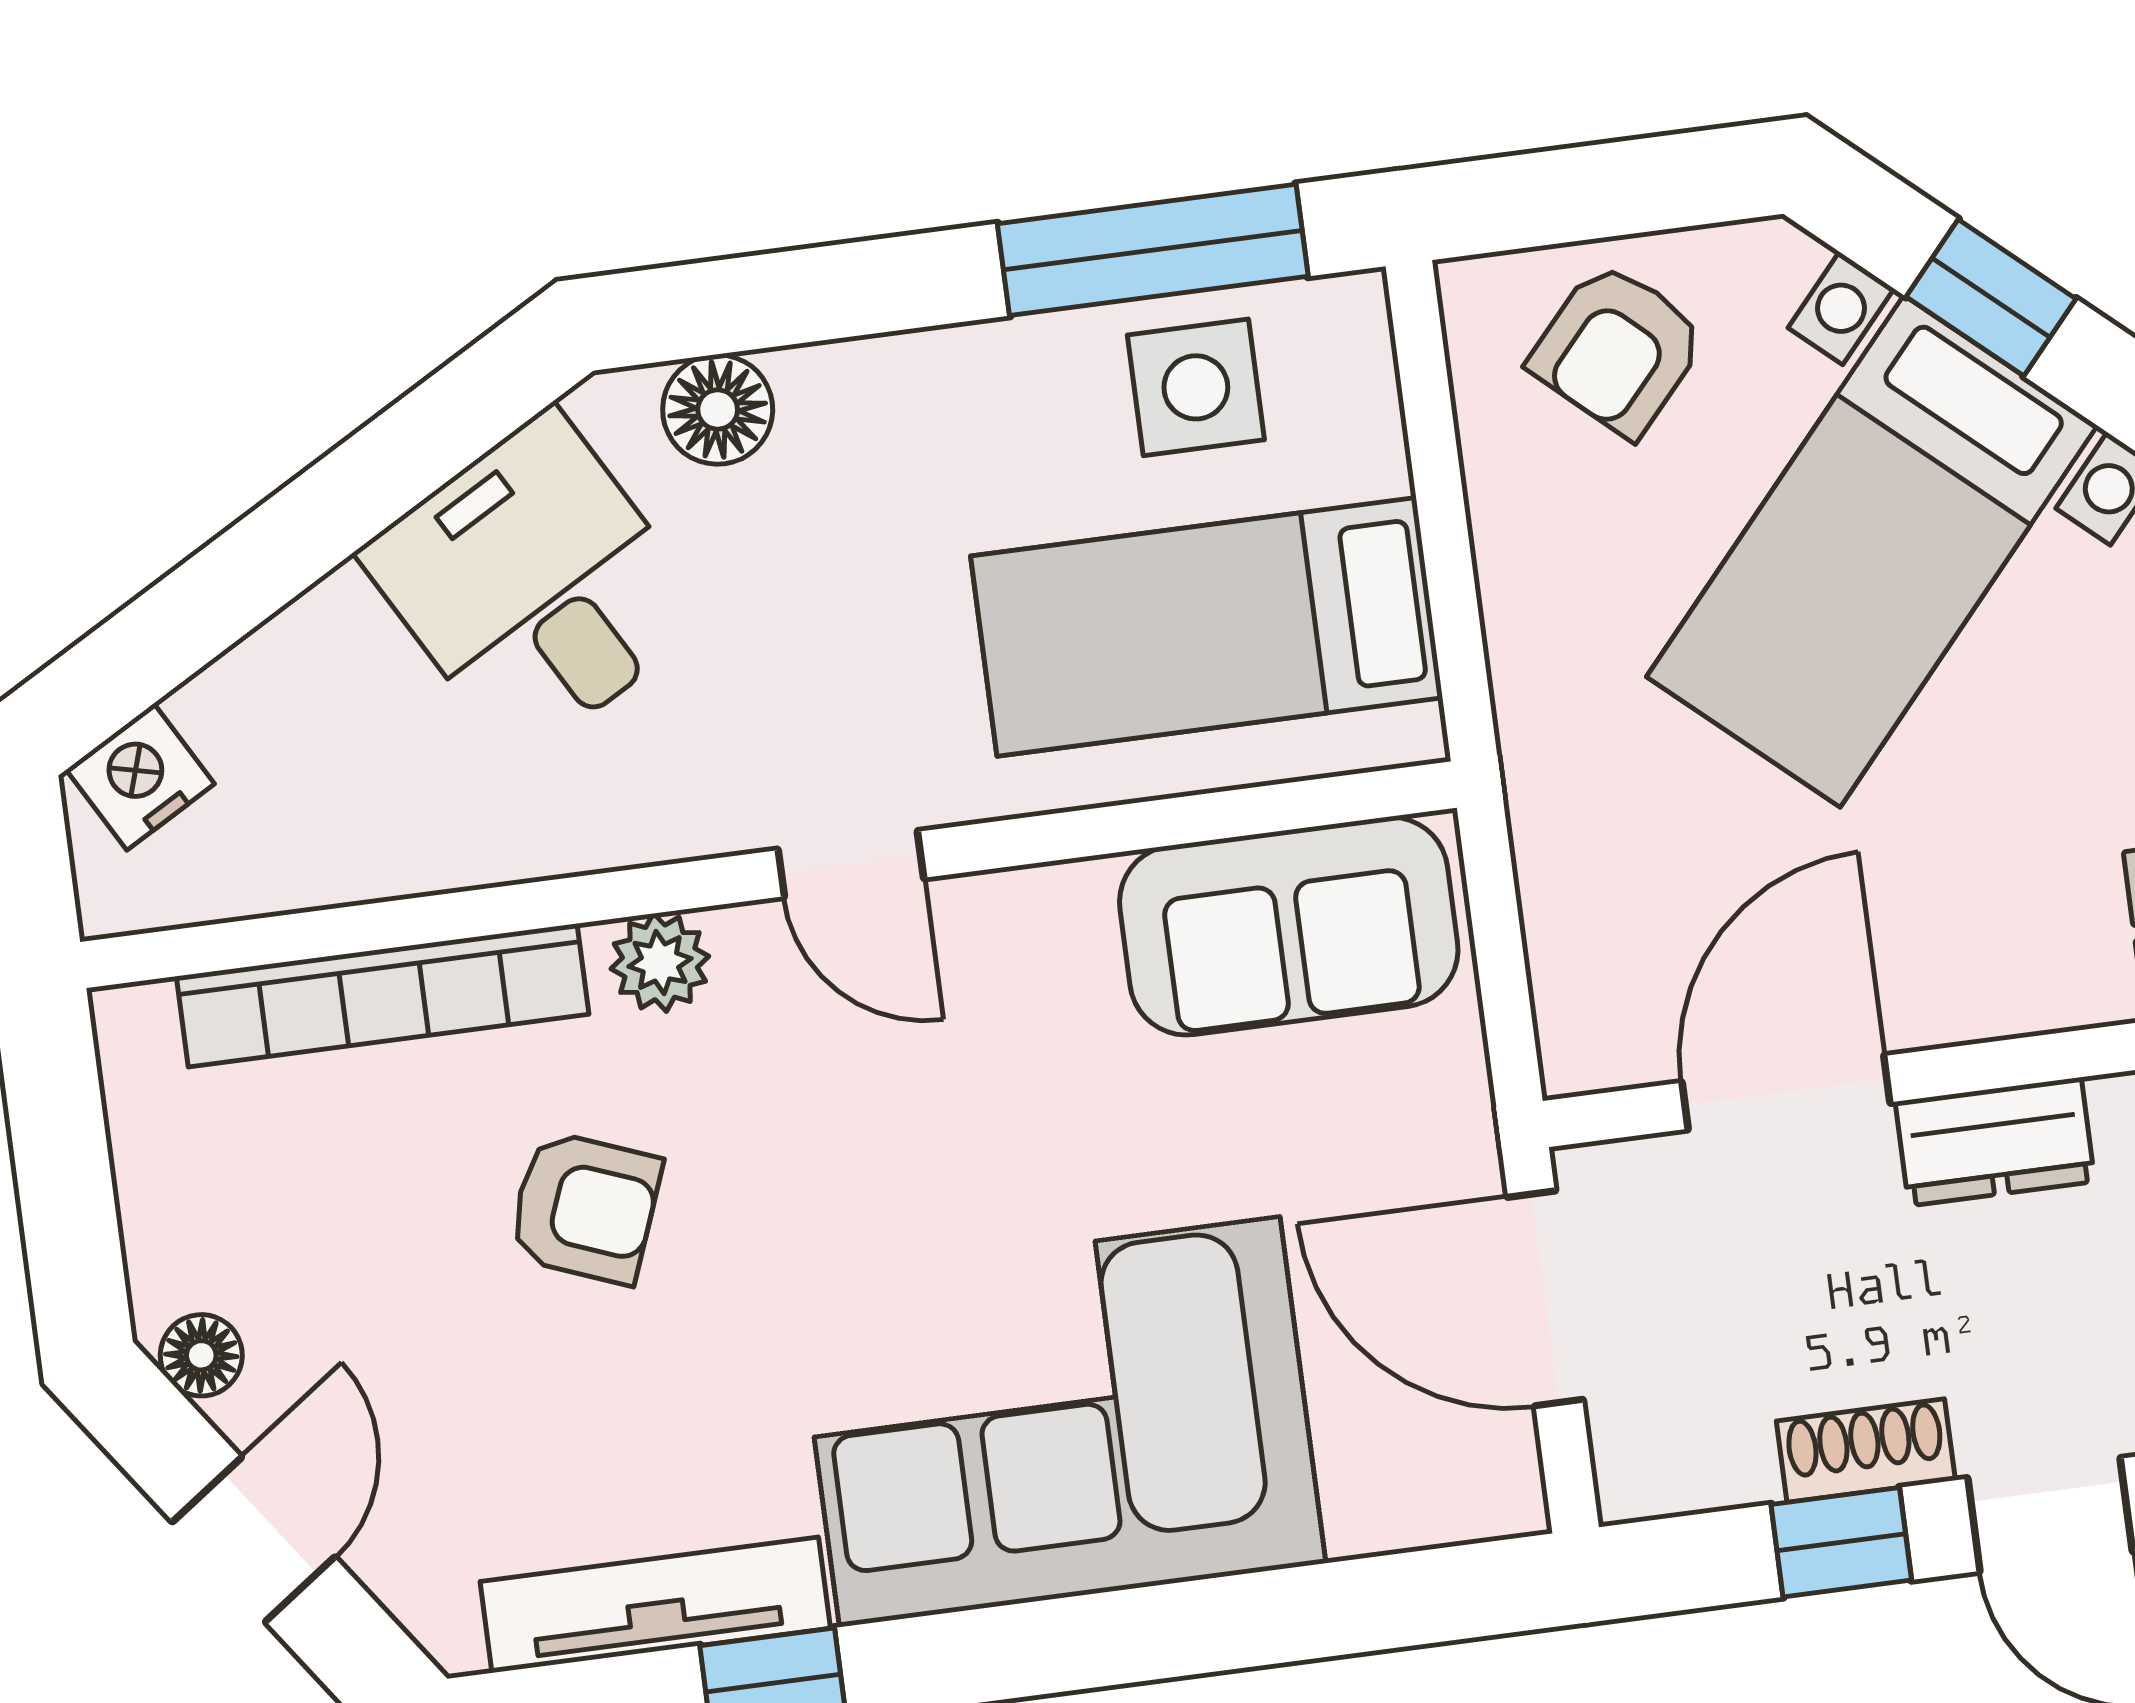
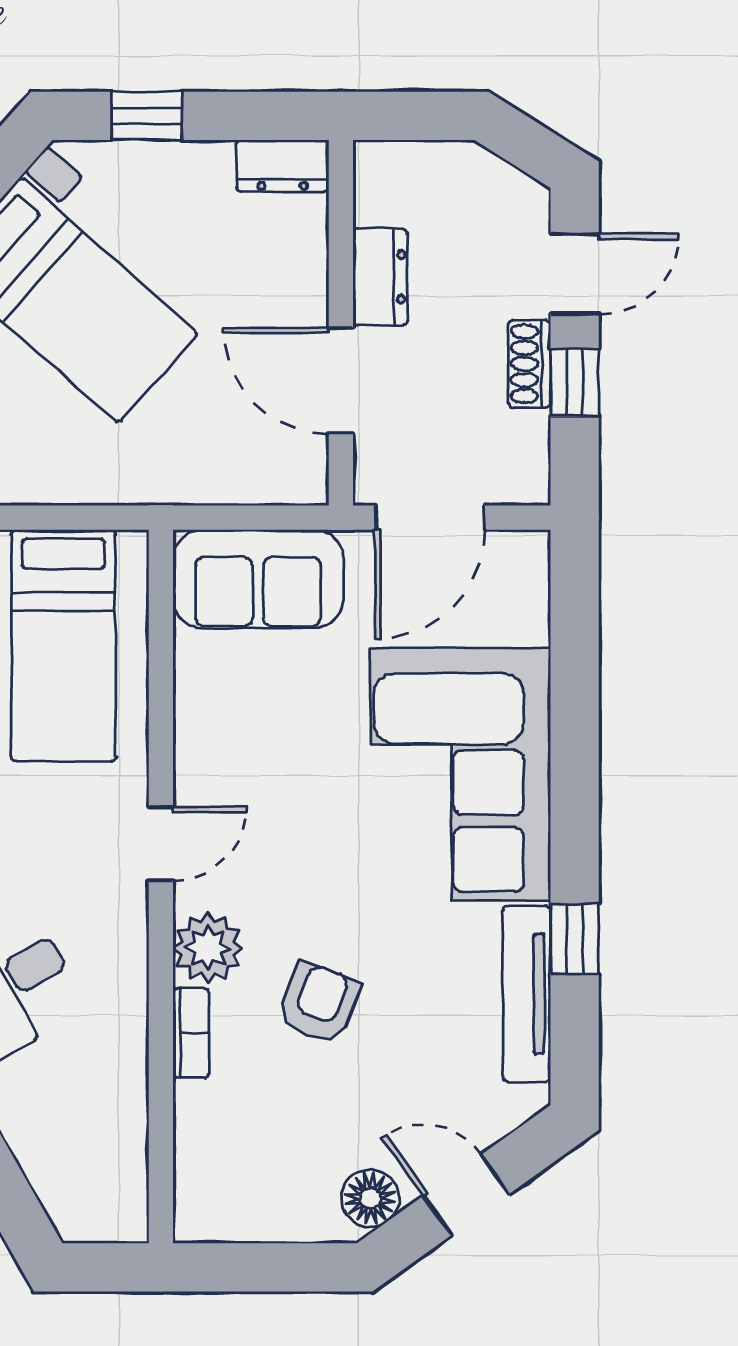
nightstand: (140, 777) -> (68, 1201), removed
sofa: (1289, 926) -> (258, 579), moved, turned 90
plant: (660, 962) -> (208, 948), width x1.38, depth x1.38
bookcase: (383, 995) -> (191, 1033), width x0.43, depth x0.76
floor lamp: (201, 1355) -> (370, 1198), width x1.37, depth x1.37

